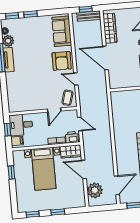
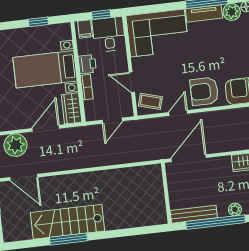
door: (105, 58) -> (189, 158), moved
corner sofa: (21, 92) -> (157, 33), added
printer: (72, 137) -> (87, 64), moved

